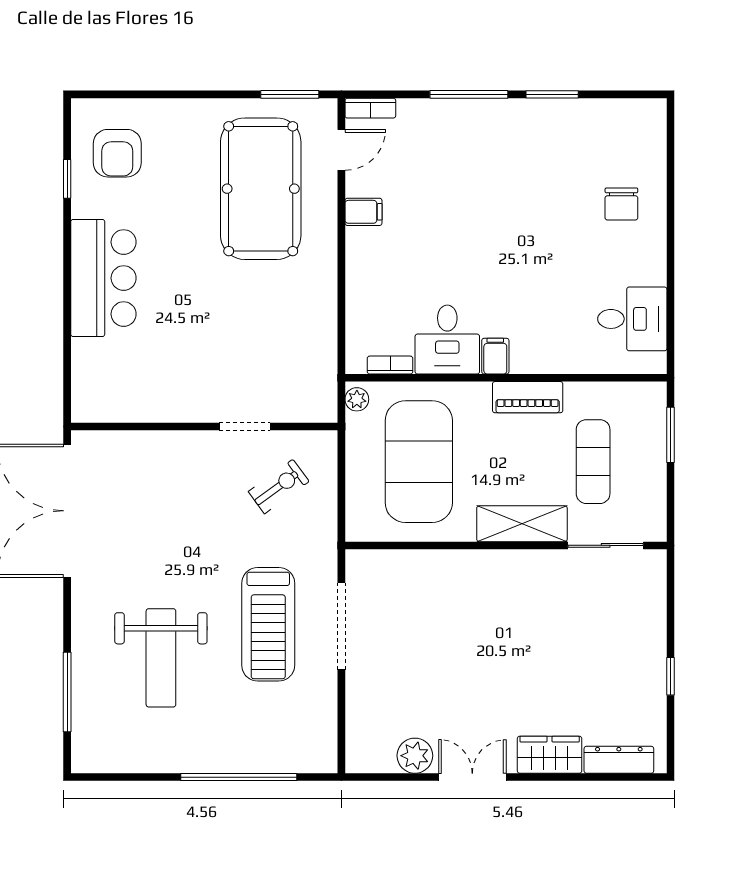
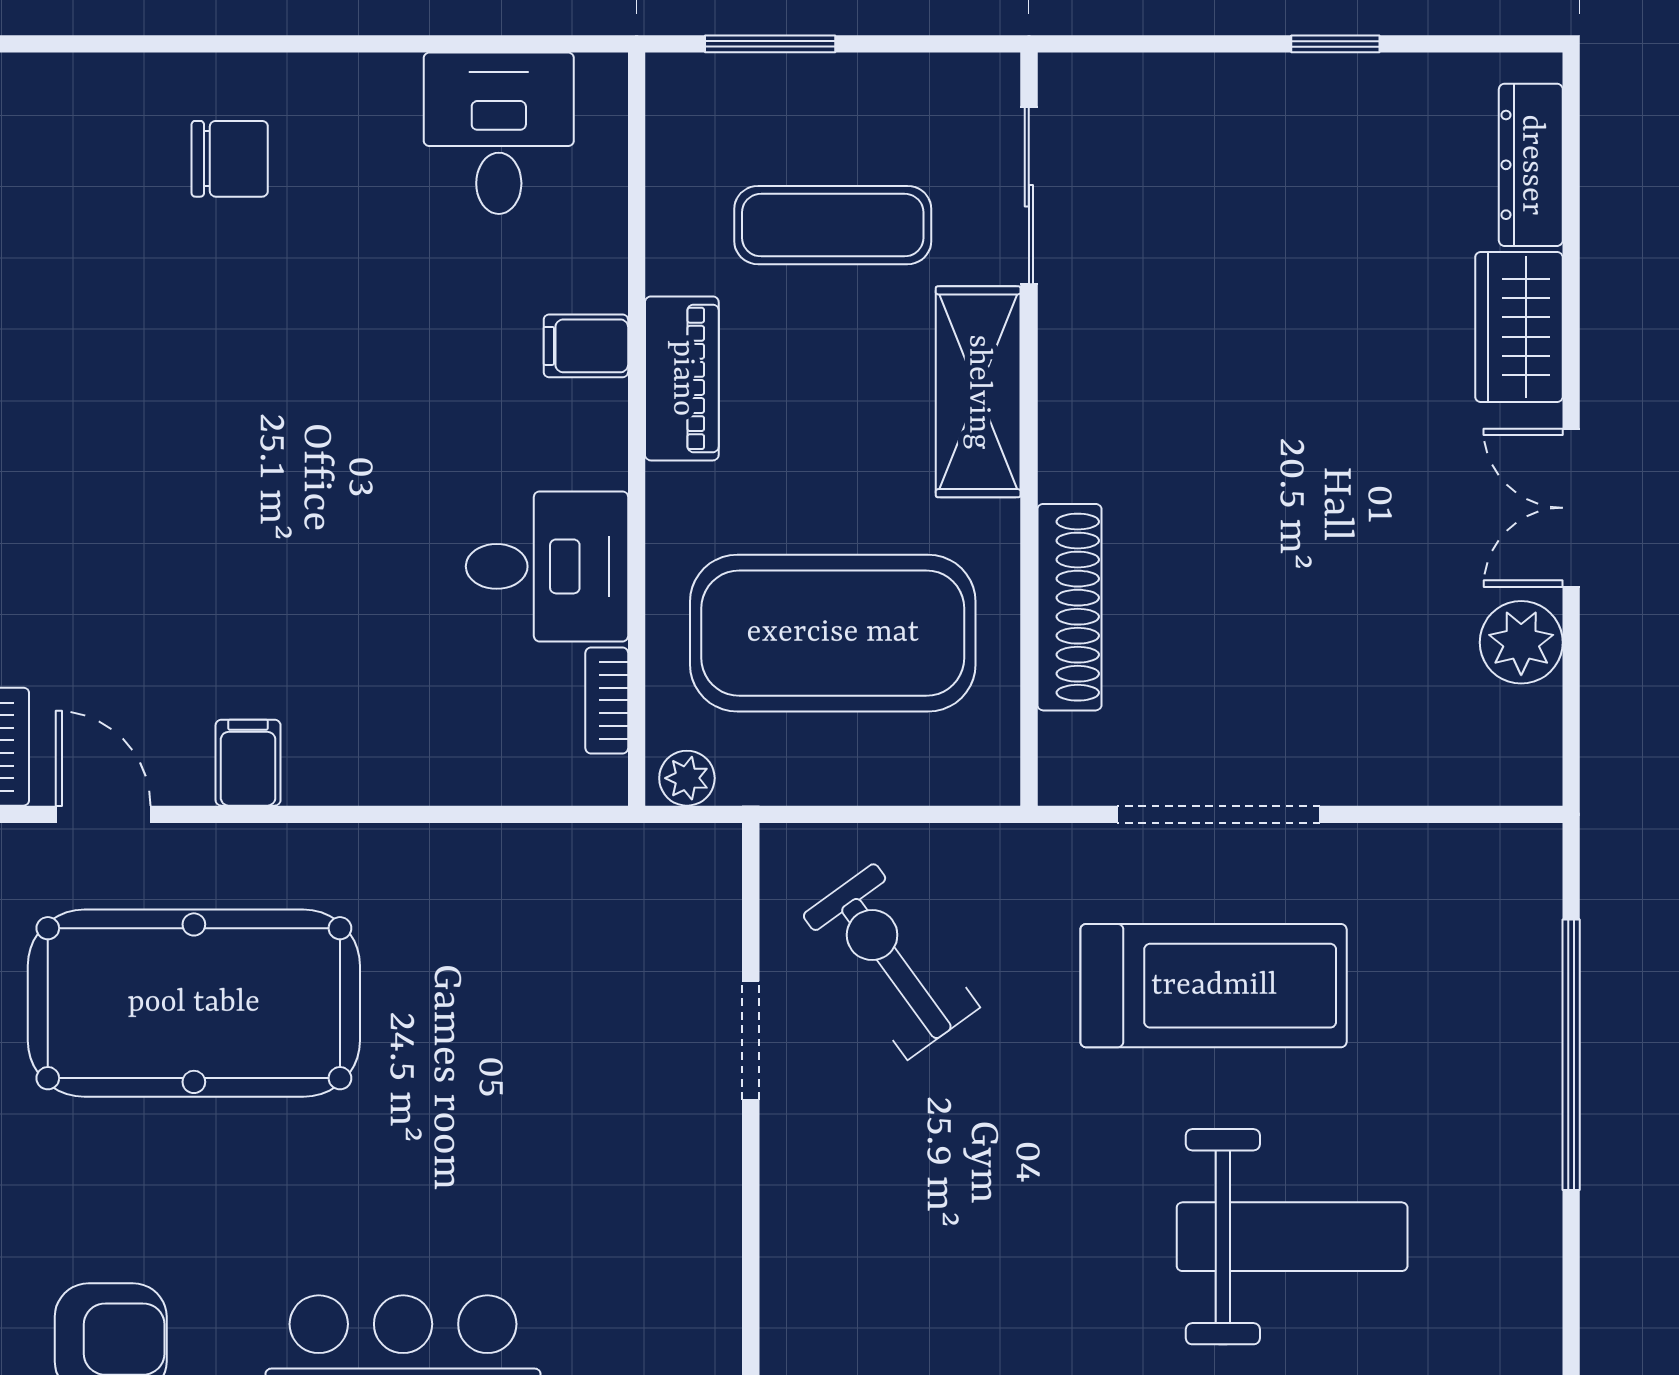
filing cabinet: (495, 356) -> (586, 346), moved
exercise bike: (279, 487) -> (891, 961), width x1.38, depth x1.39
shoe rack: (430, 563) -> (1069, 607), added

